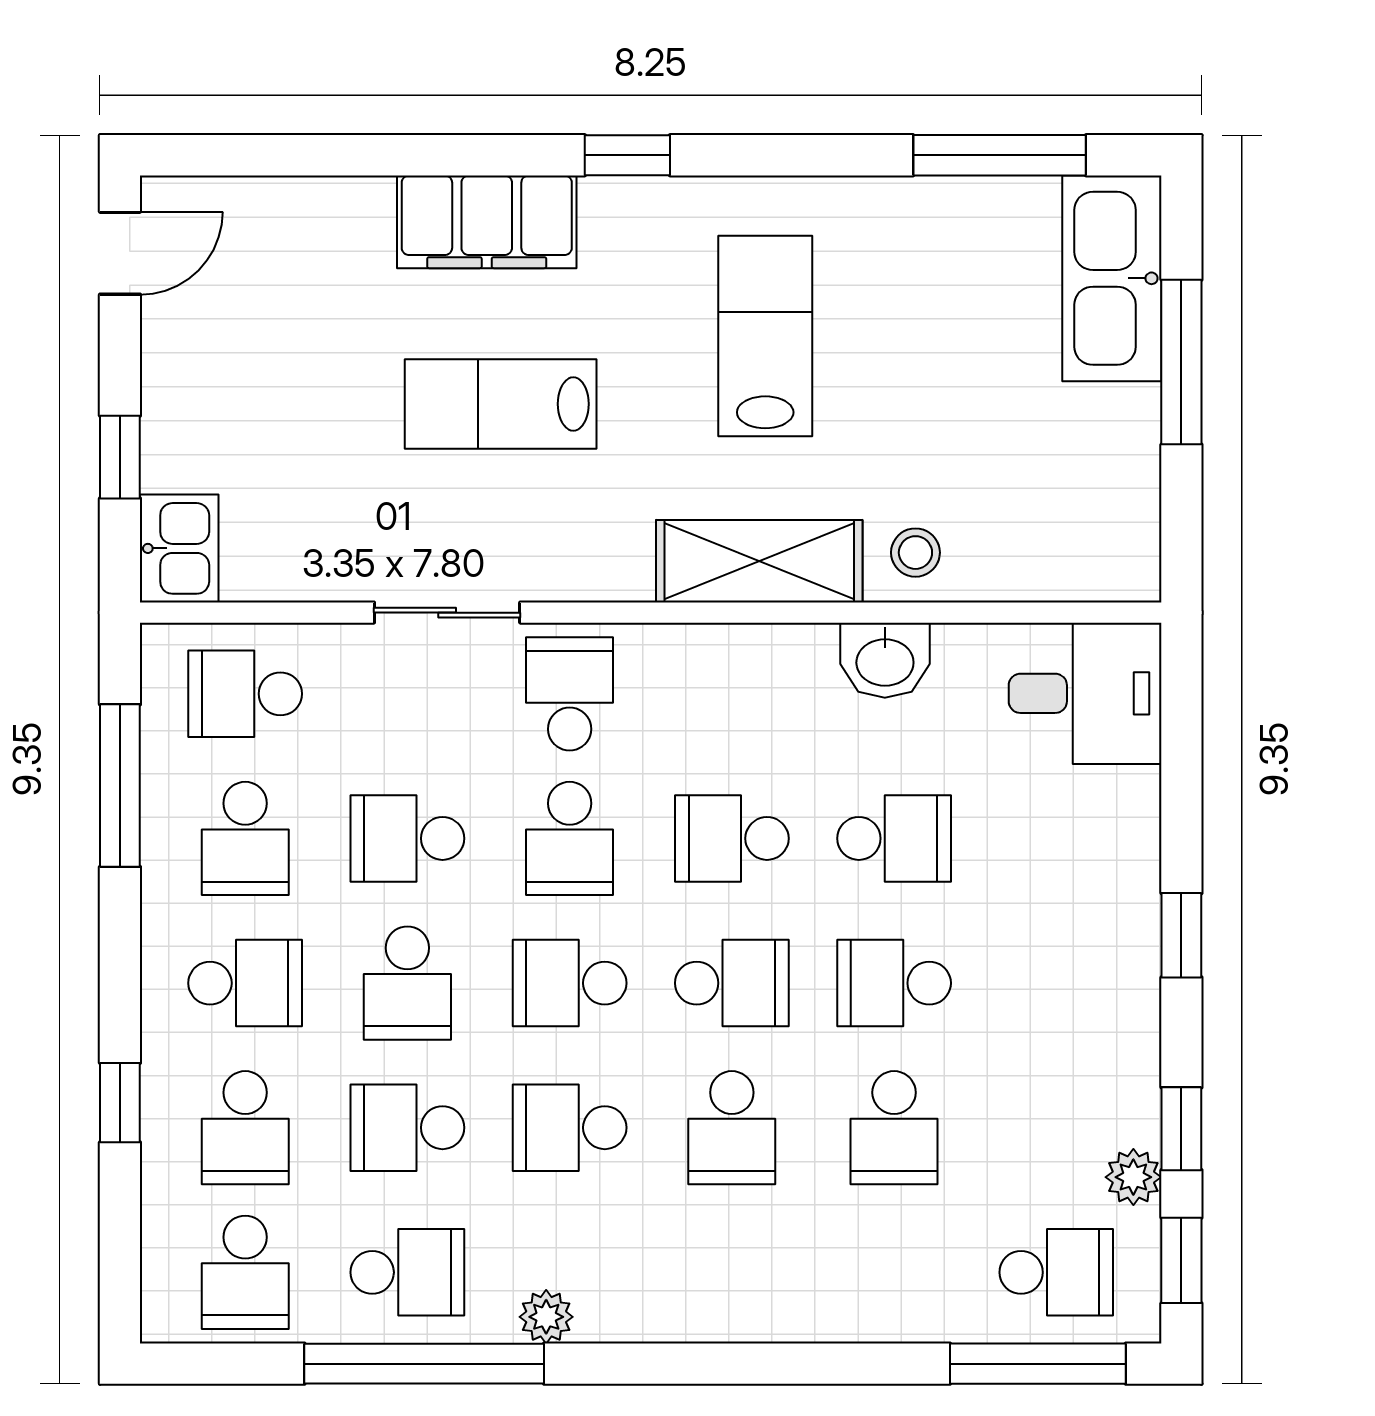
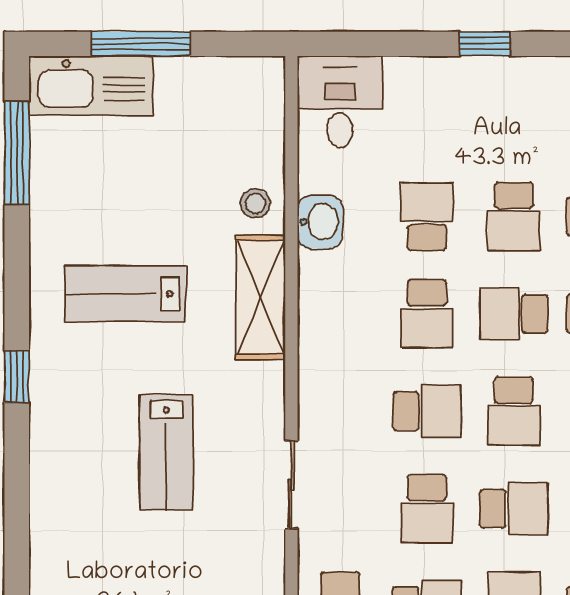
filing cabinet: (487, 222) -> (57, 461), removed
school desk: (570, 694) -> (340, 411), removed
school desk: (732, 983) -> (514, 314), turned -90

